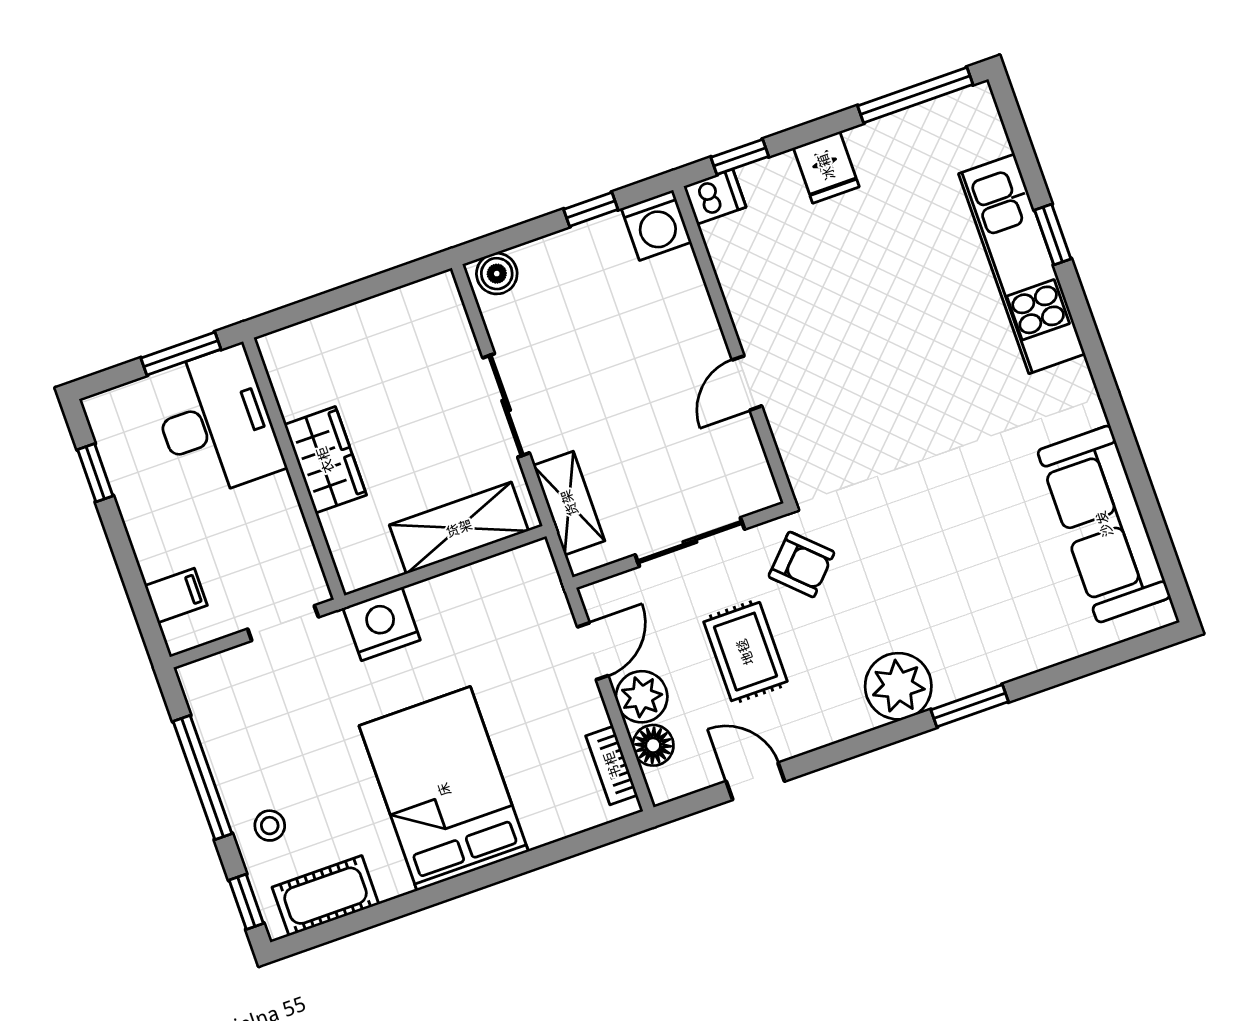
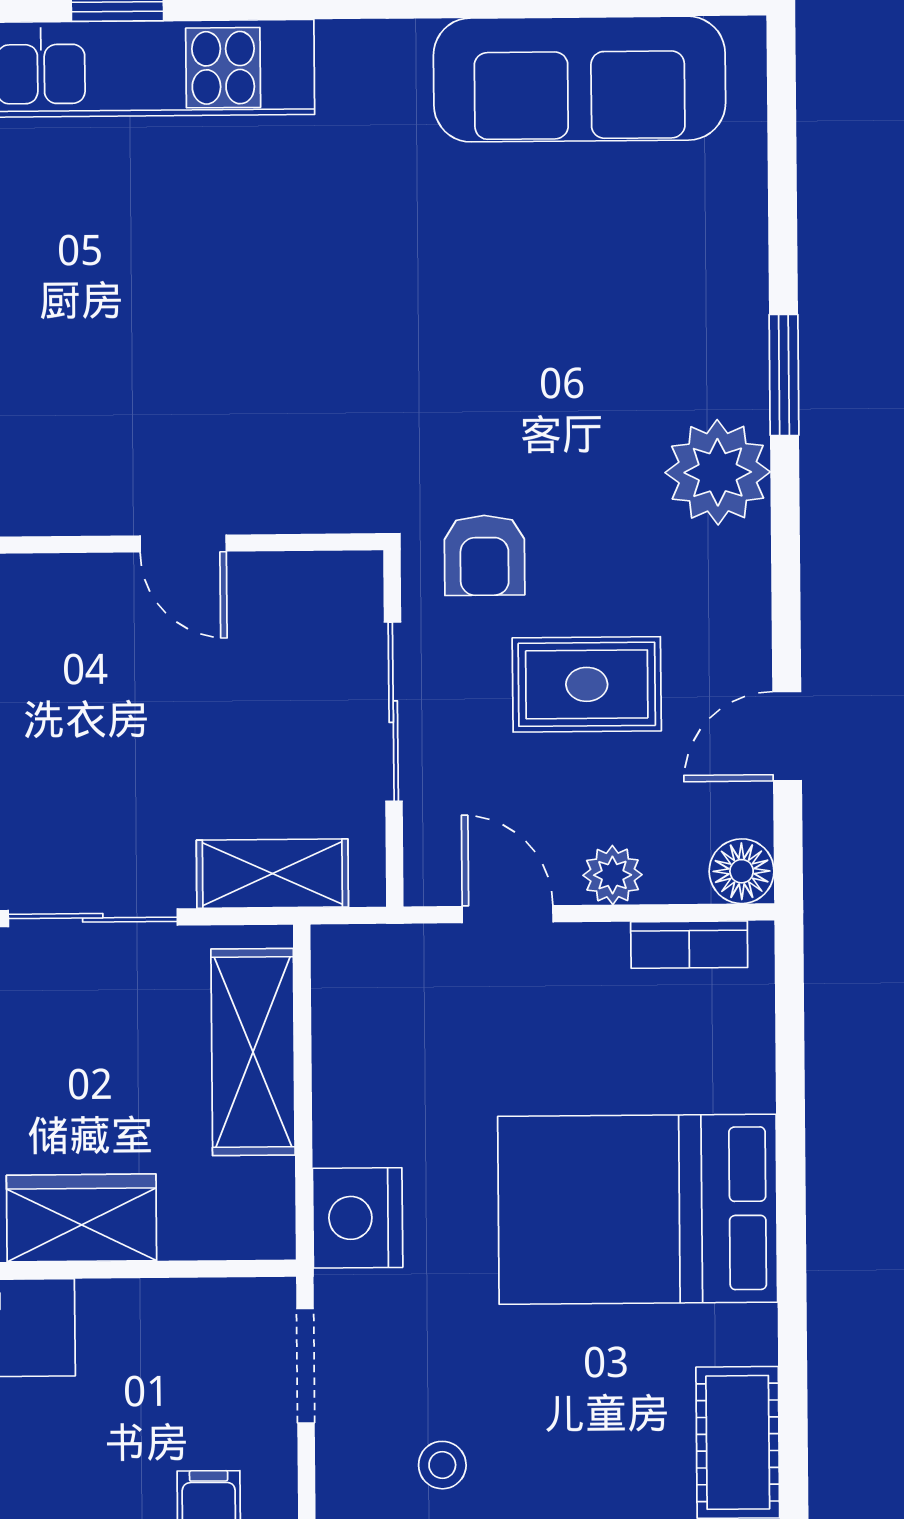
armchair: (801, 564) -> (485, 555), turned 136
plant: (642, 697) -> (613, 875), width x0.73, depth x0.73
floor lamp: (653, 745) -> (742, 871), moved
stool: (270, 826) -> (442, 1465), moved

